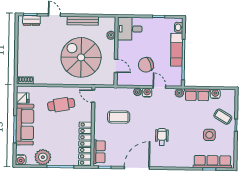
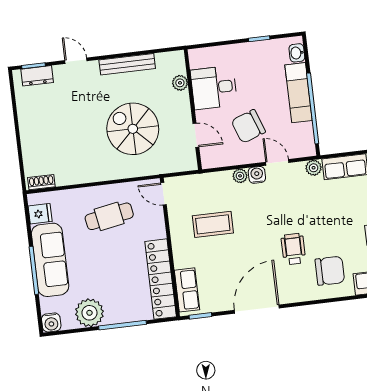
desk: (130, 29) -> (214, 88), moved
spiral stairs: (81, 57) -> (133, 129), width x0.73, depth x0.73
chair: (181, 152) -> (330, 271), added

